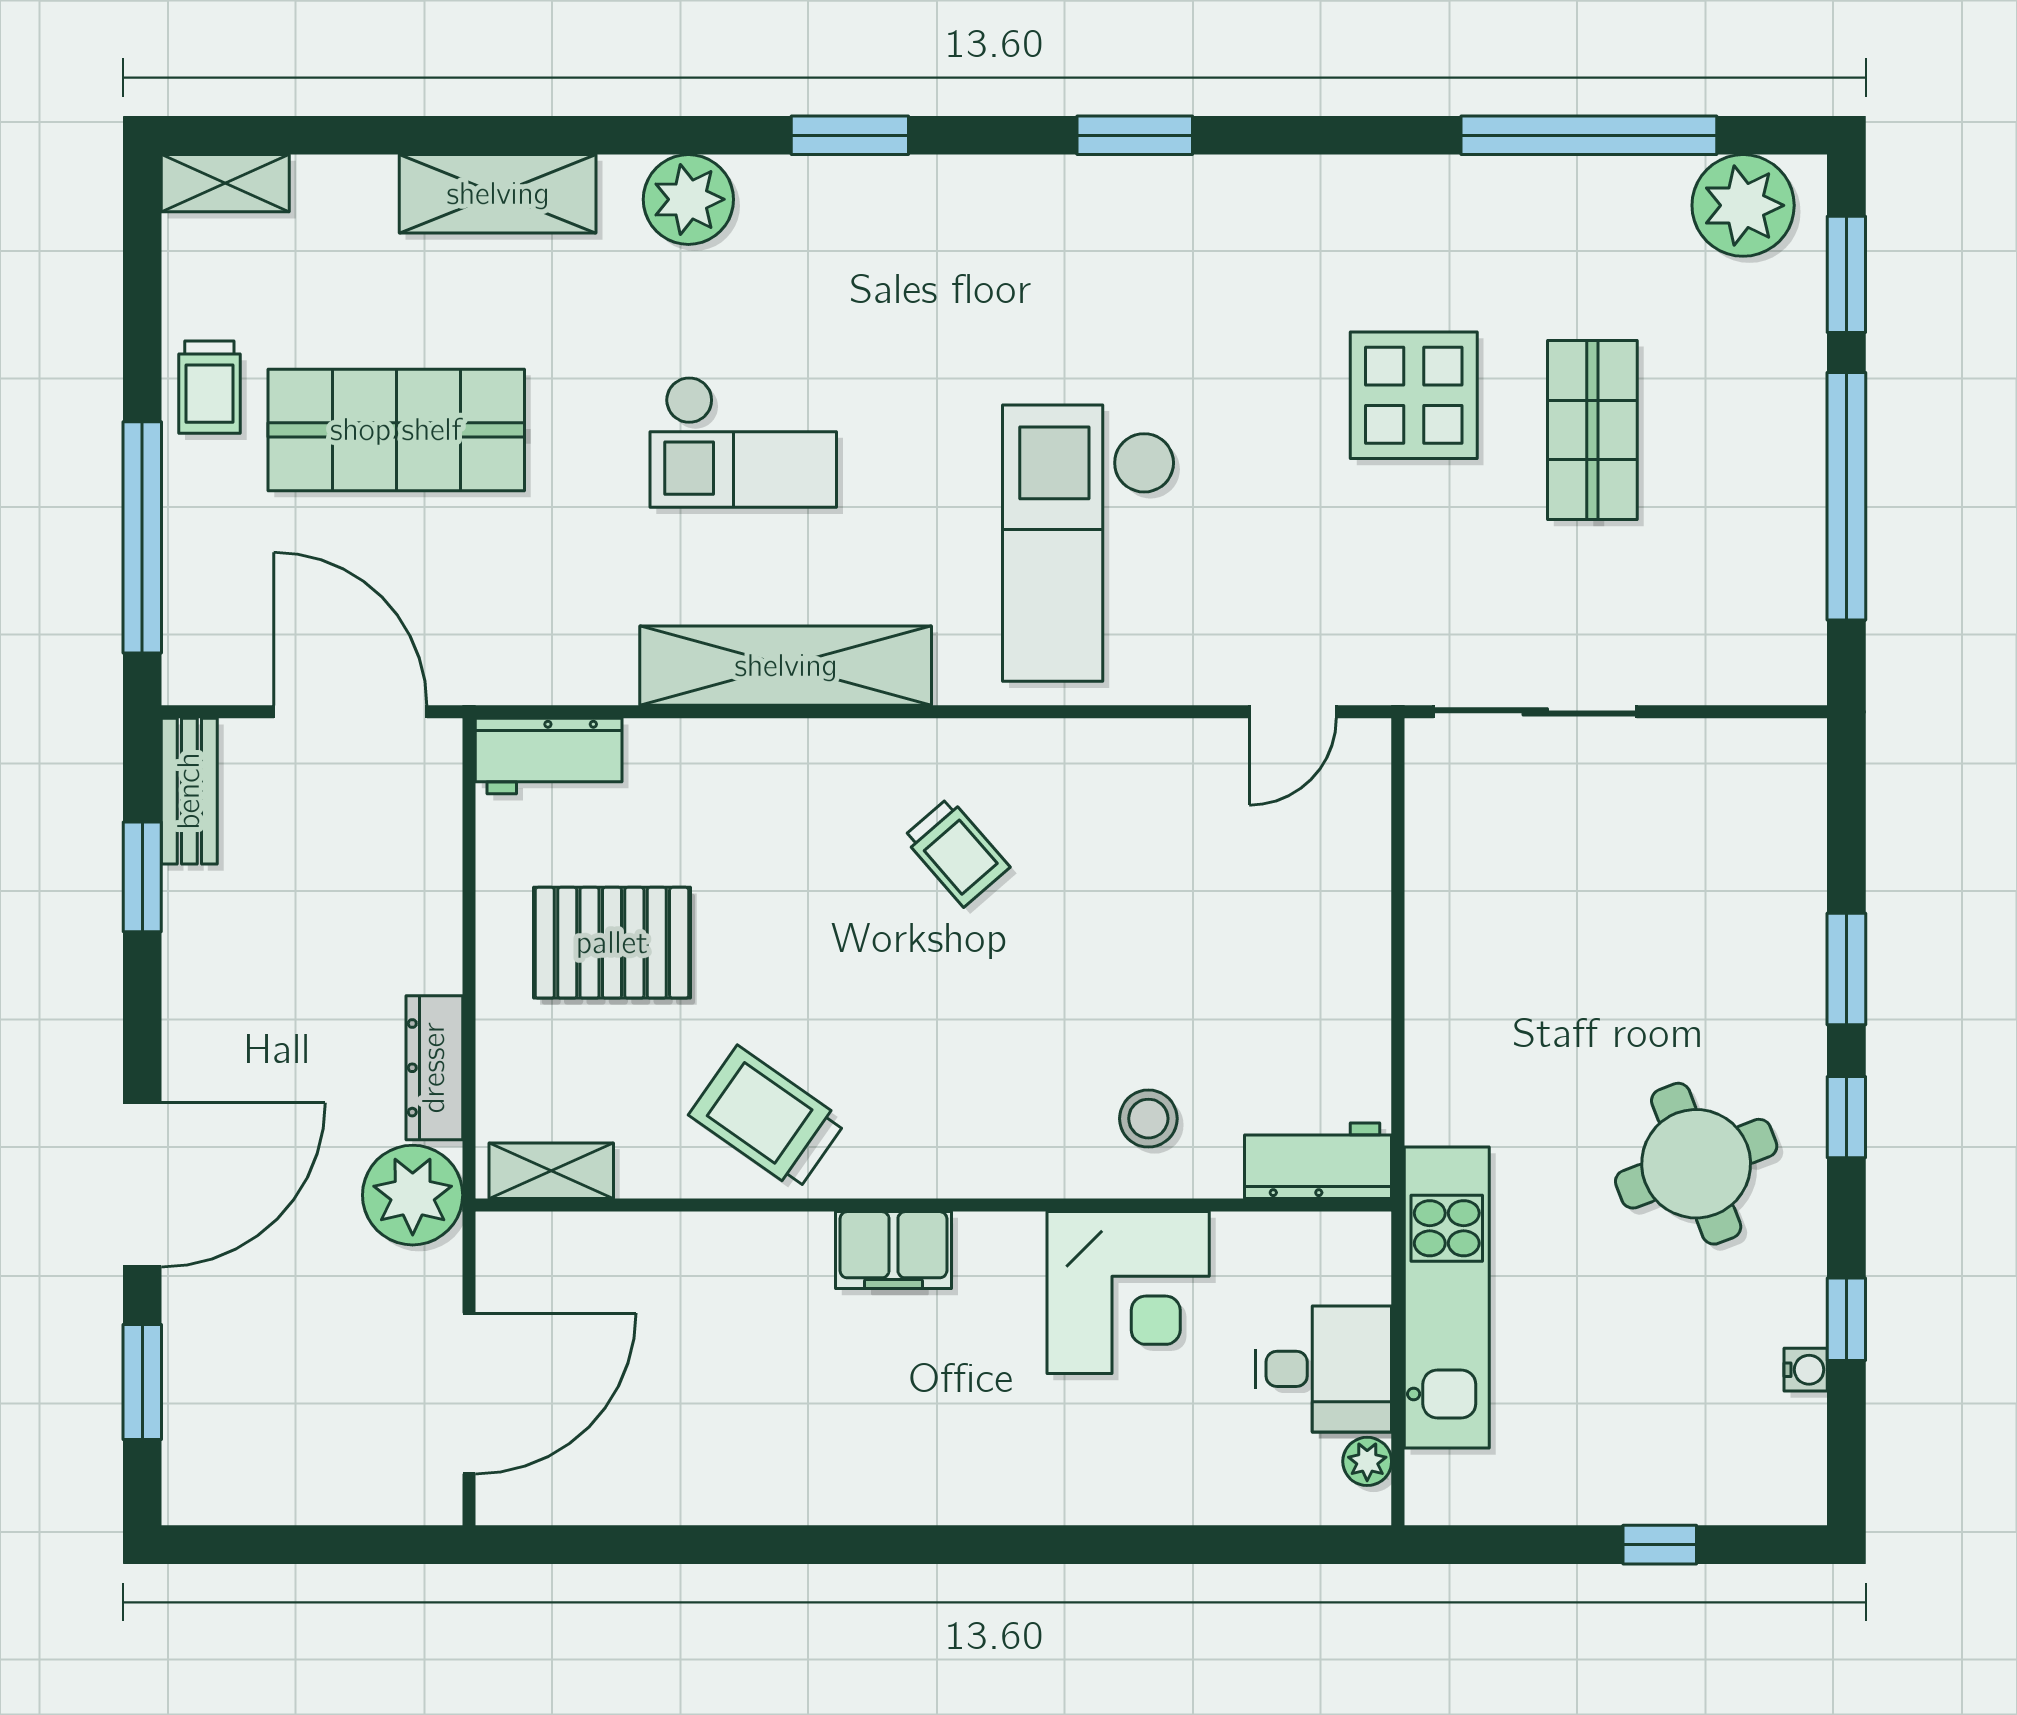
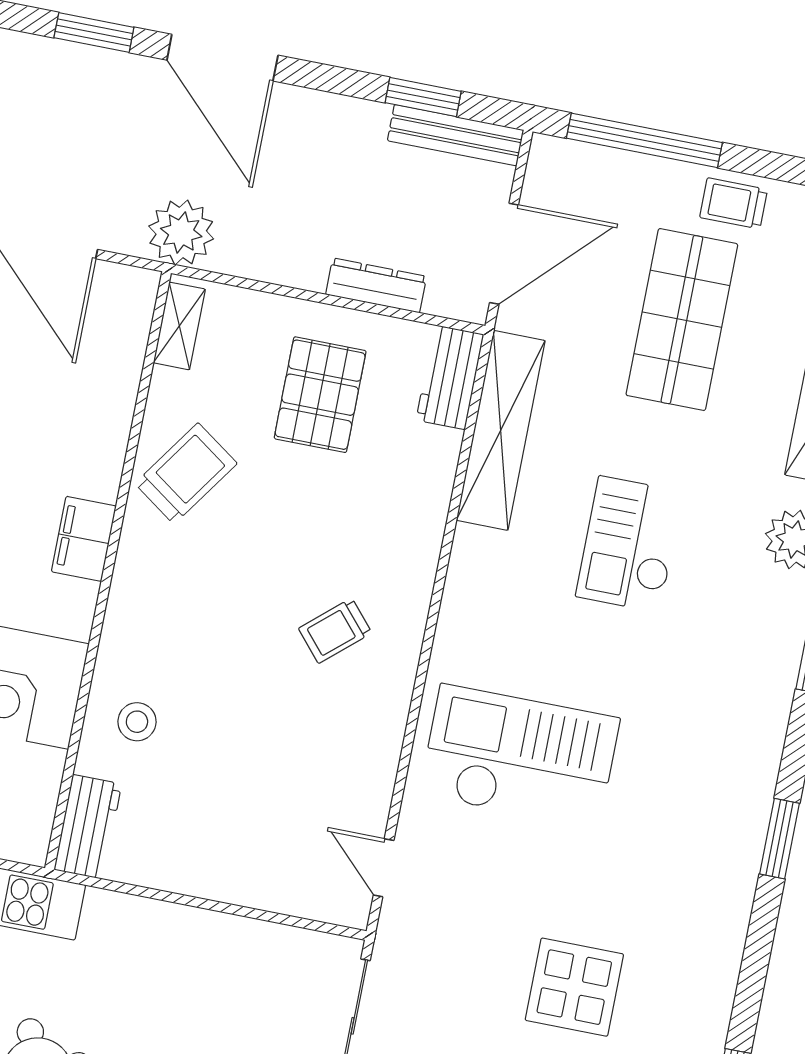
shelving: (786, 666) -> (501, 430), moved
bench: (189, 791) -> (456, 135), width x1.36
dresser: (434, 1068) -> (376, 285), moved

